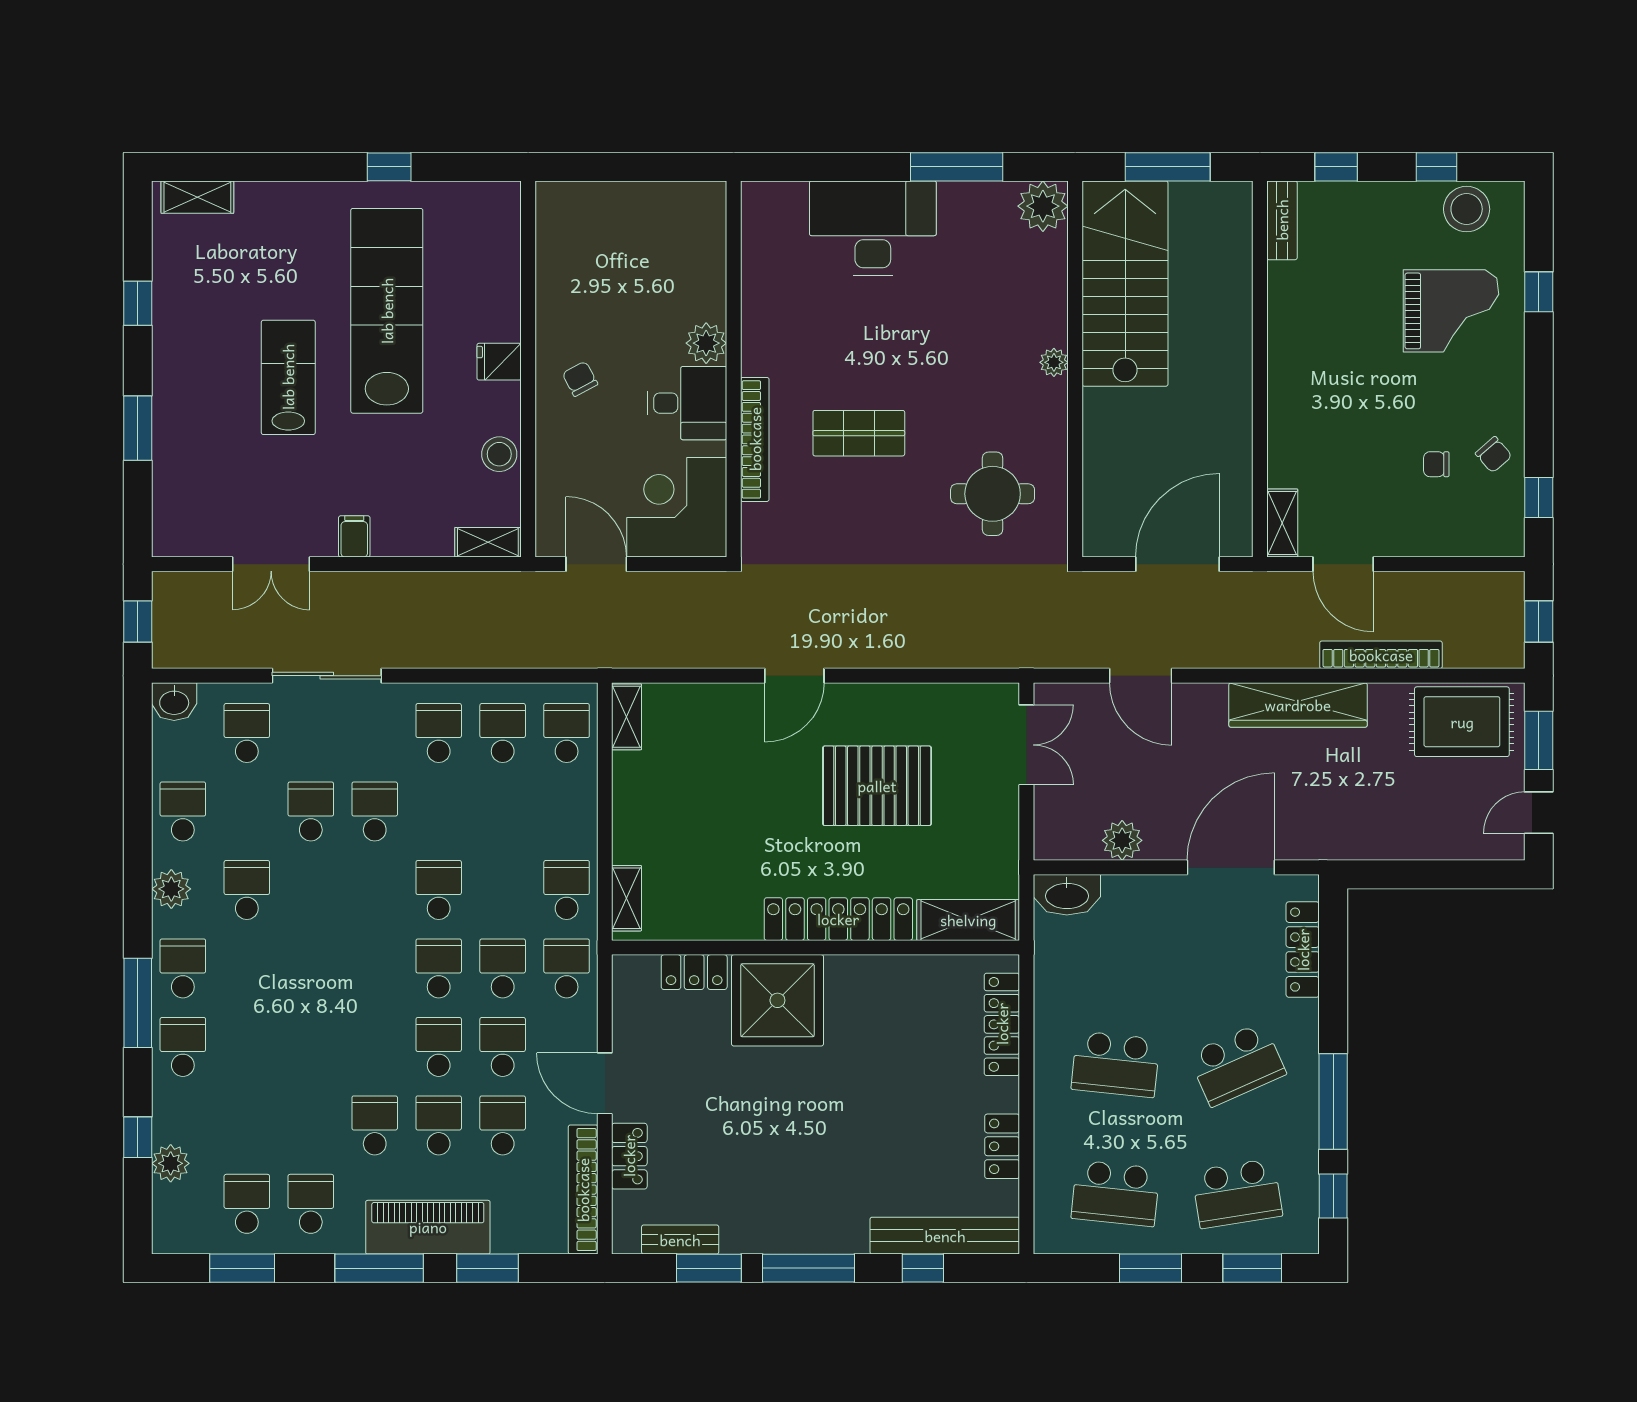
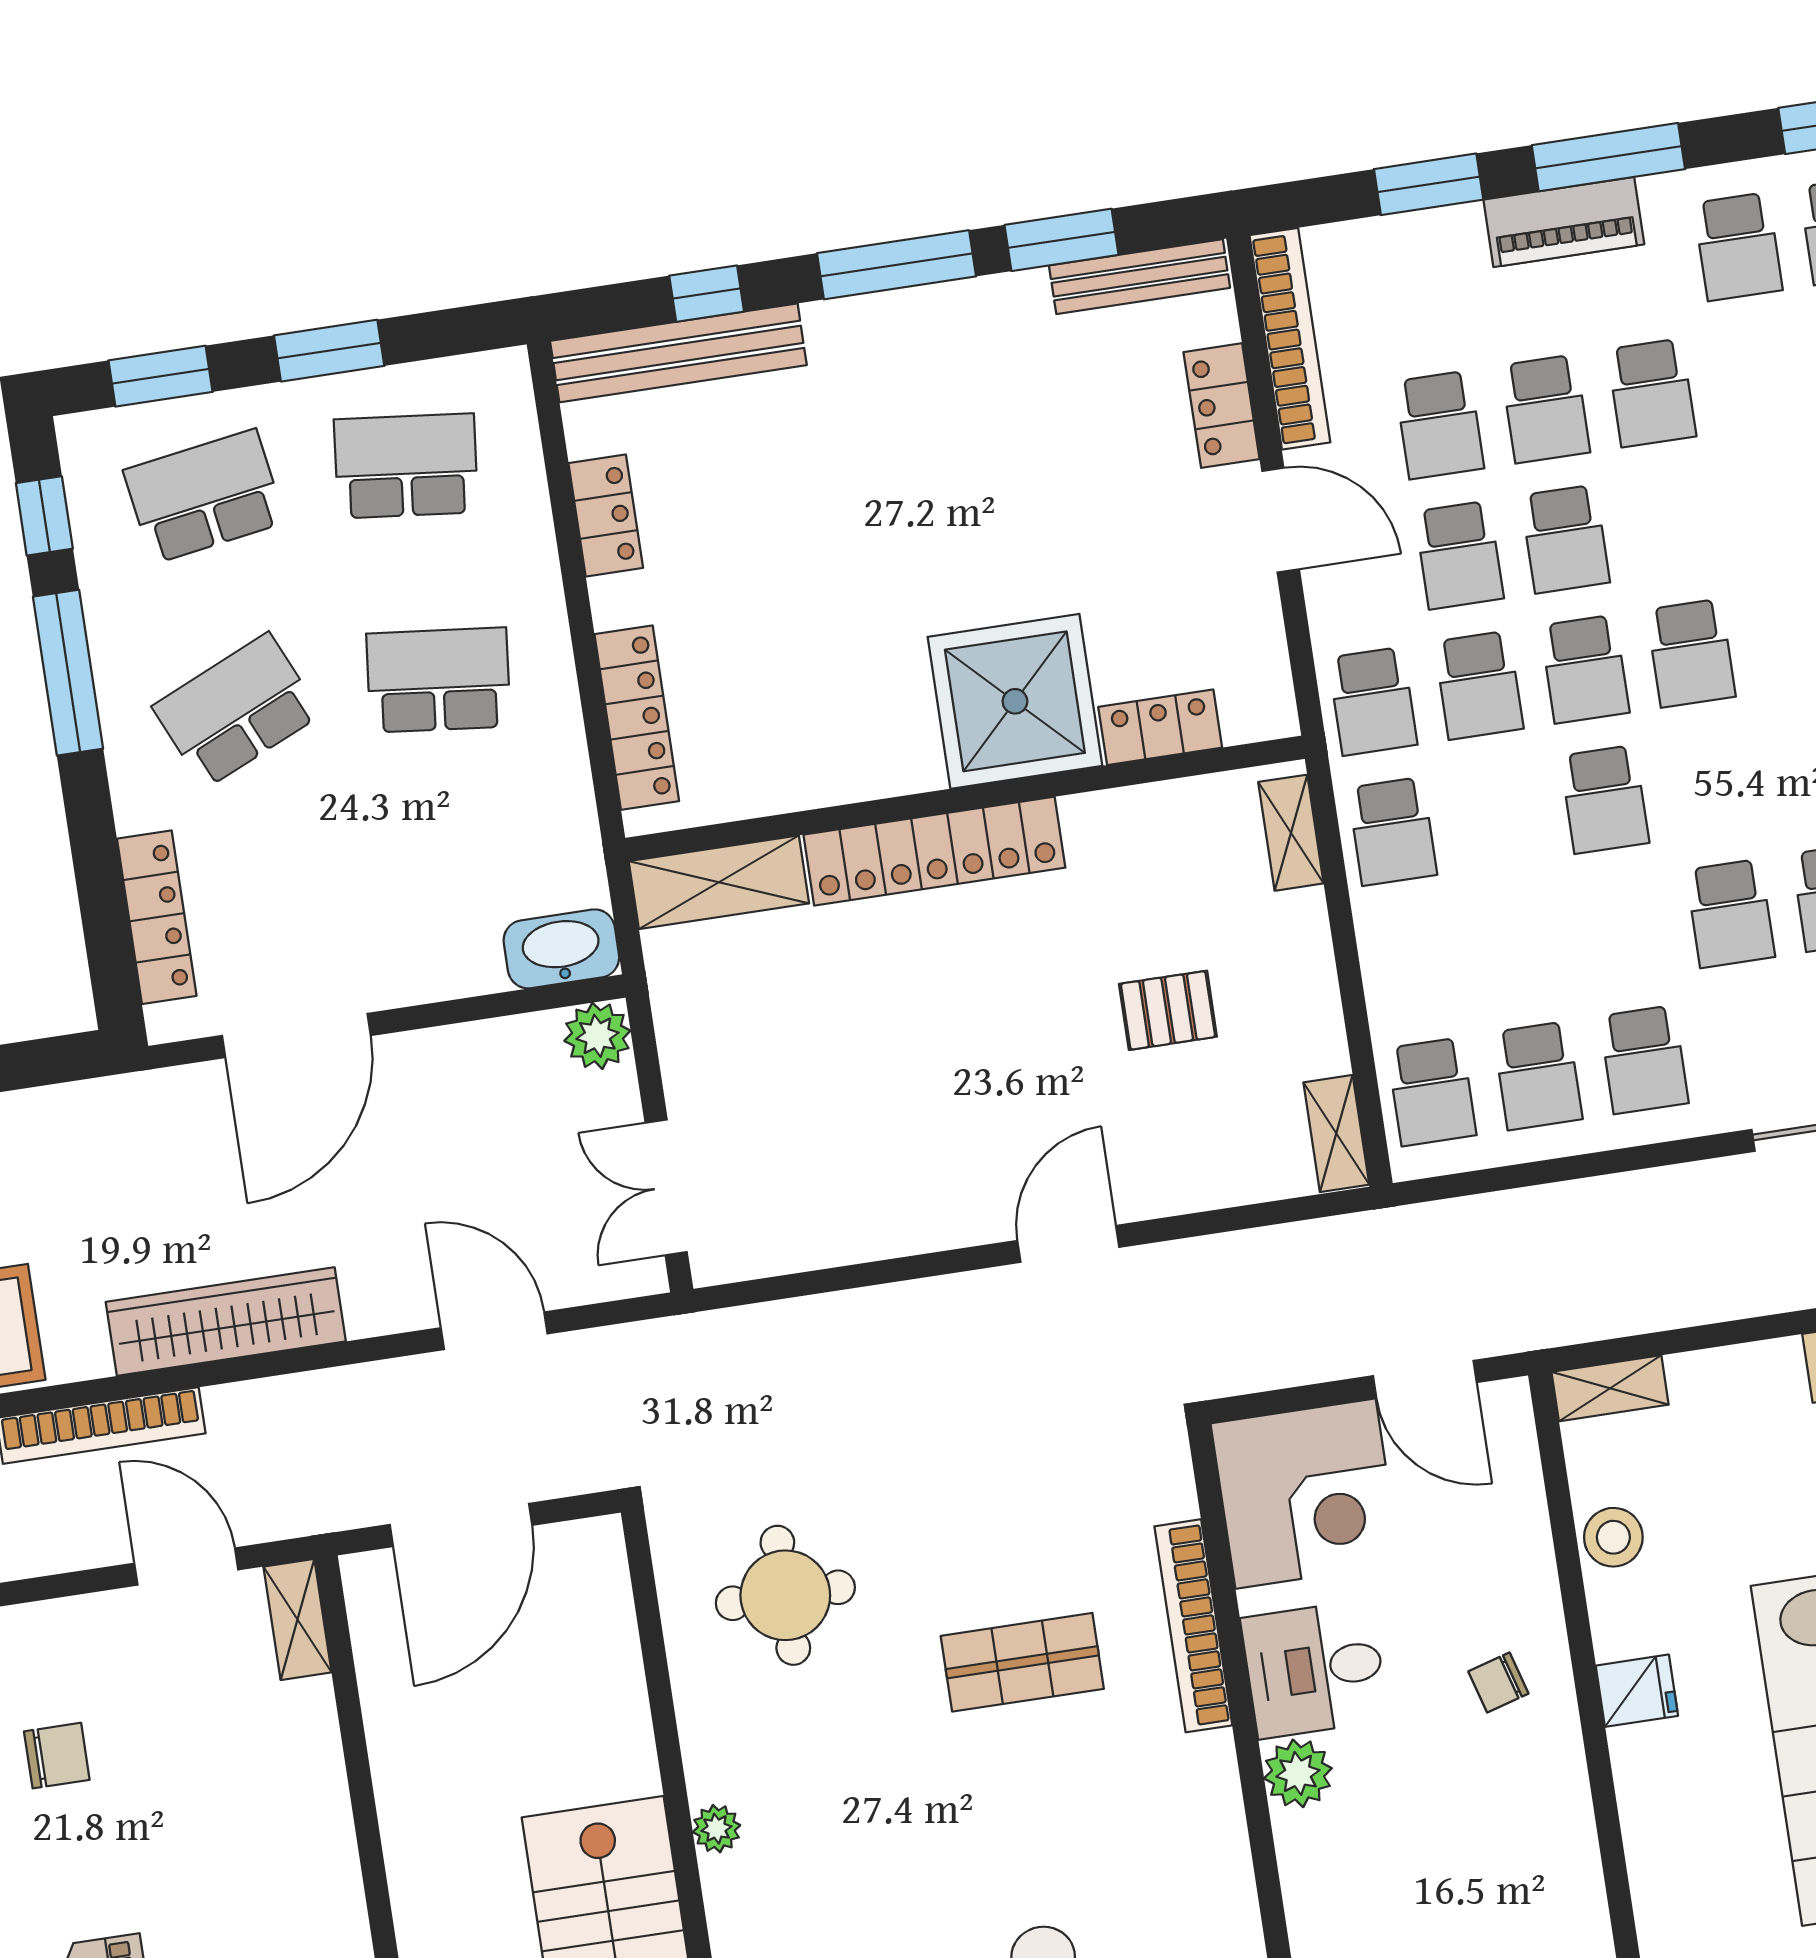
chair: (580, 379) -> (1498, 1682), turned 102
chair: (1436, 464) -> (57, 1756), width x1.37, depth x1.37
pallet: (877, 786) -> (1168, 1010), moved, width x0.49, depth x0.50
plant: (1122, 840) -> (597, 1036), moved
school desk: (375, 968) -> (1691, 653), added
piano: (428, 1227) -> (1564, 222), width x0.73, depth x0.75
bench: (680, 1240) -> (1140, 277), width x1.36

